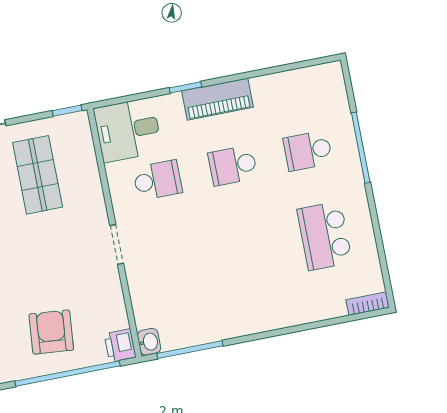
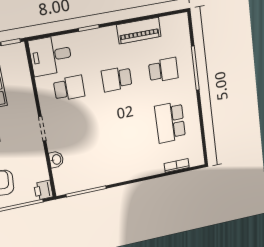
piano: (218, 99) -> (139, 31), moved
school desk: (308, 151) -> (163, 70), turned 180
bookcase: (368, 304) -> (177, 165), moved
washbasin: (149, 342) -> (56, 159), moved

